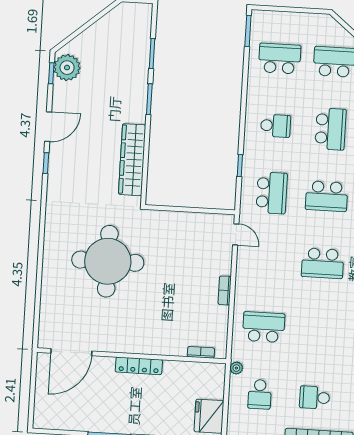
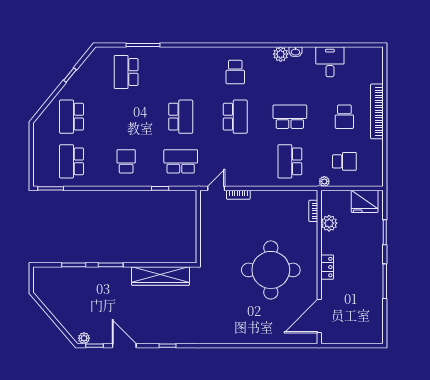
plant: (67, 68) -> (84, 338), width x0.53, depth x0.53
door: (48, 127) -> (124, 346), moved
school desk: (331, 129) -> (290, 117), moved
round table: (108, 261) -> (271, 270), moved
bookcase: (225, 290) -> (238, 195), moved
door: (71, 352) -> (319, 316), swing flipped
locker: (139, 366) -> (327, 267), width x0.66
plant: (185, 371) -> (329, 223), added

